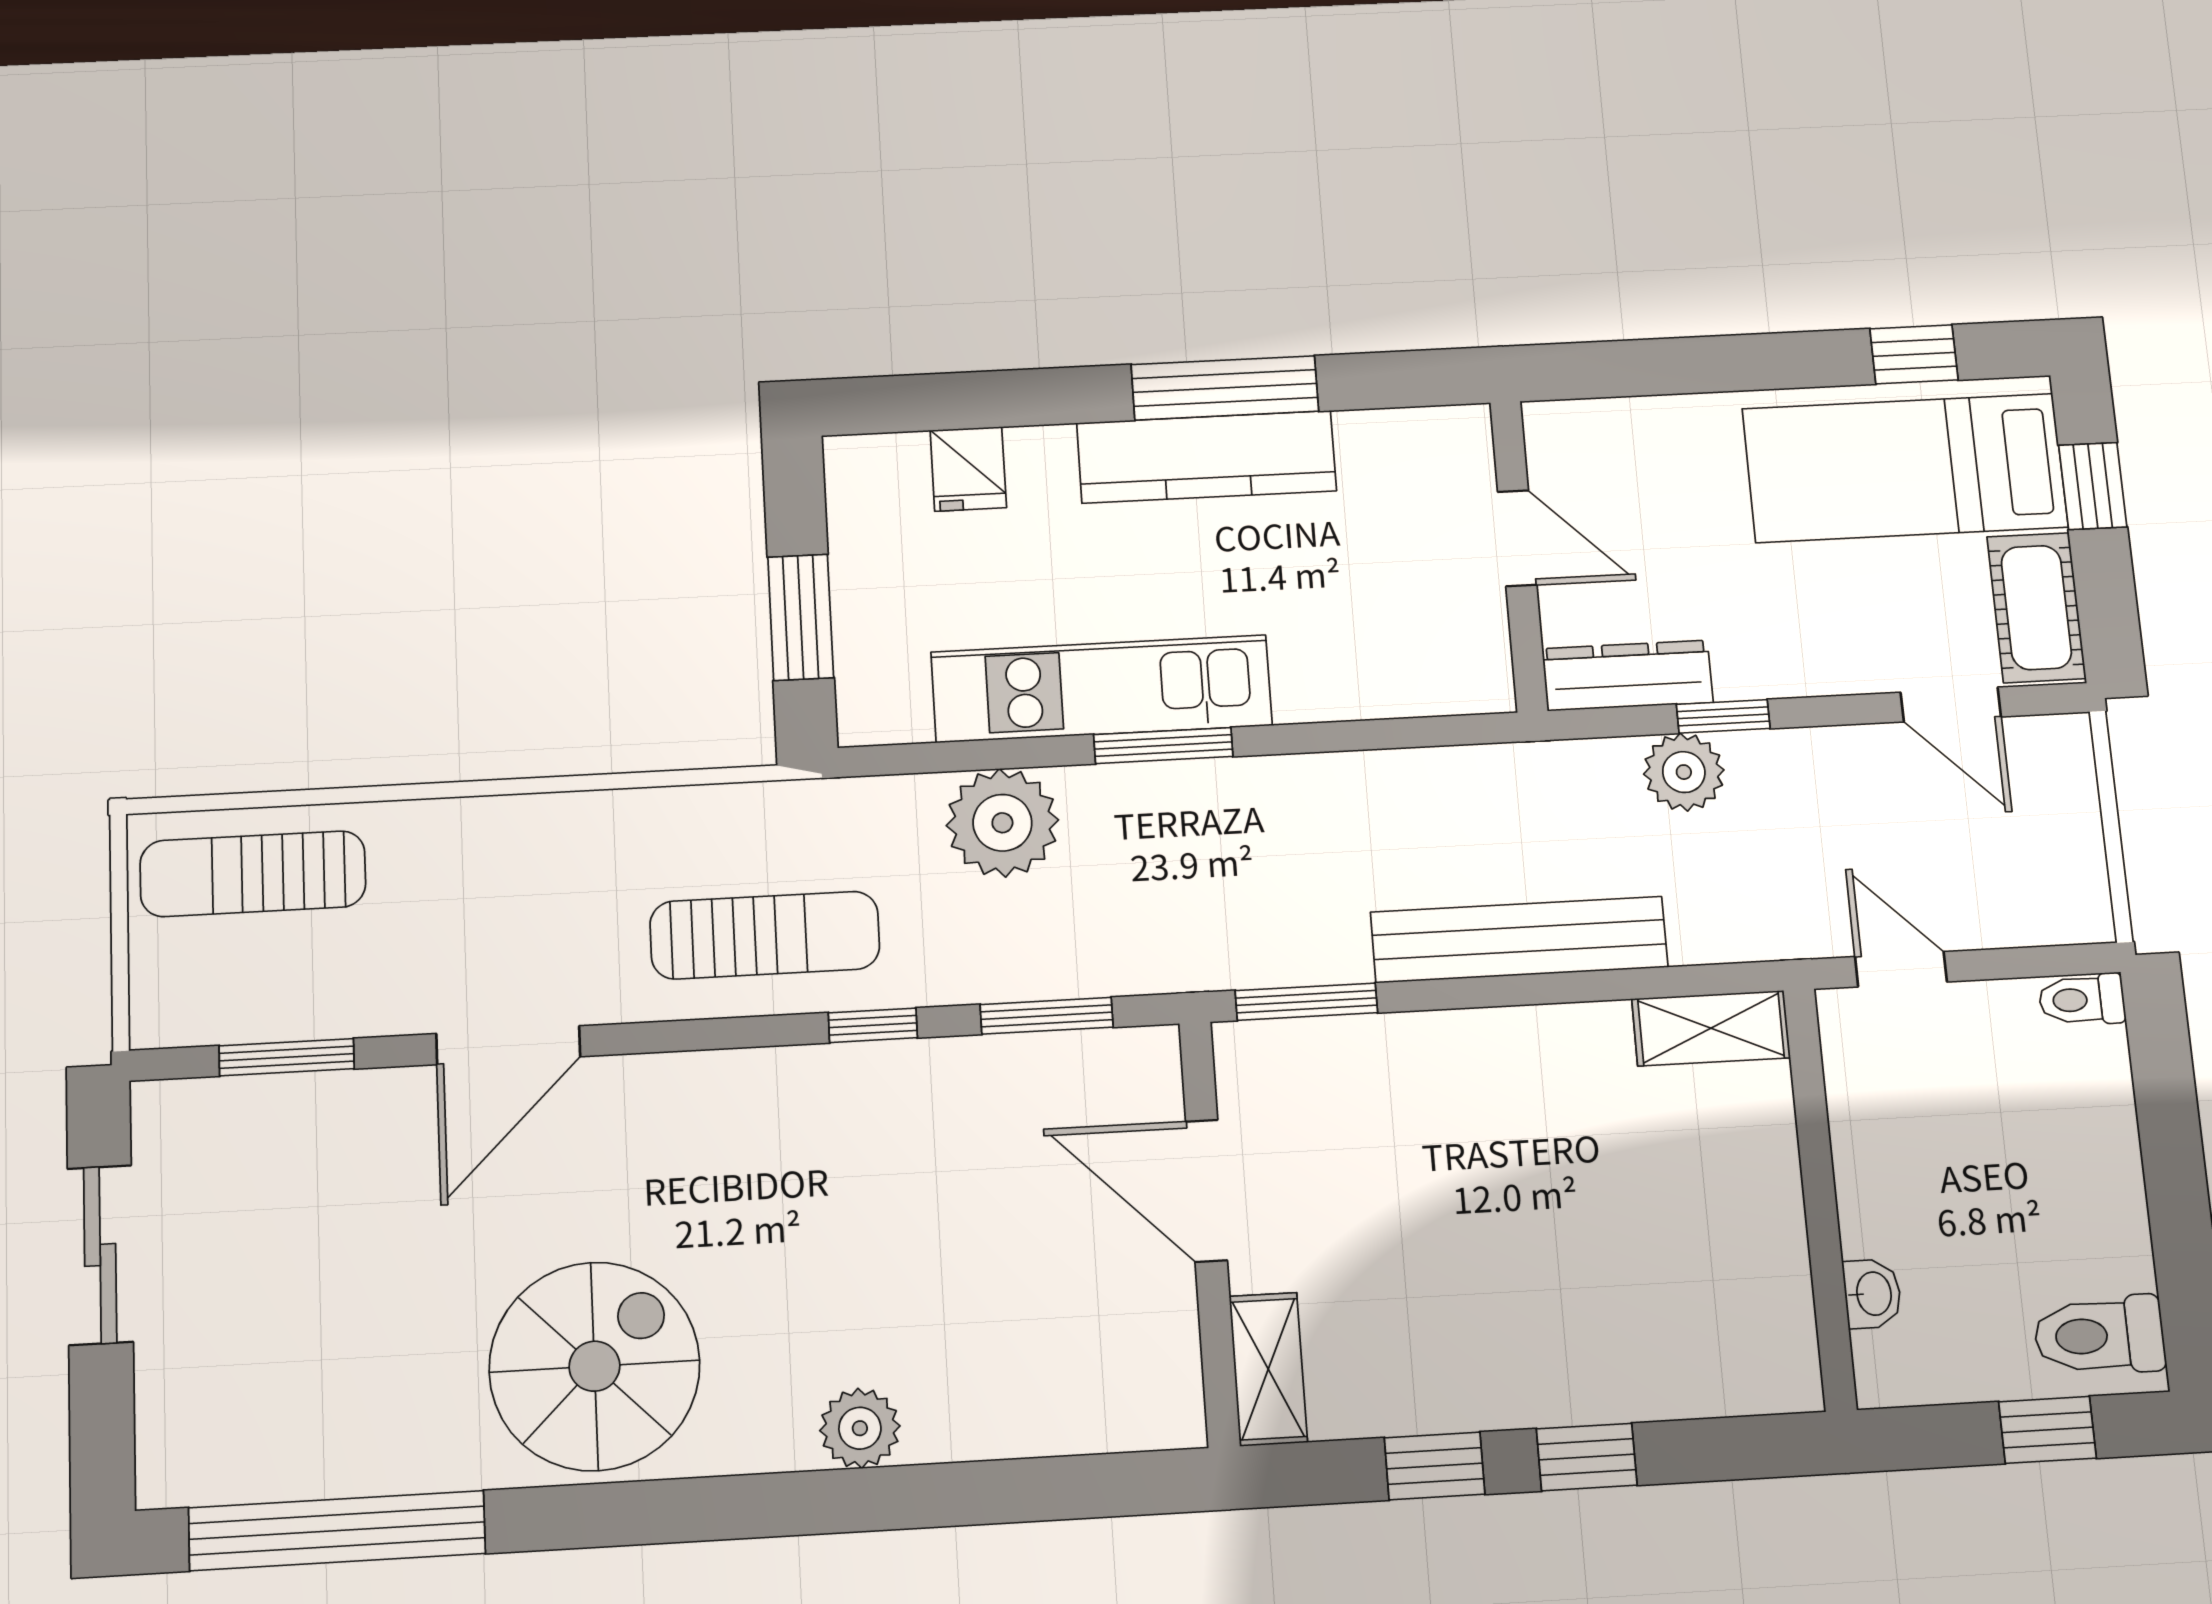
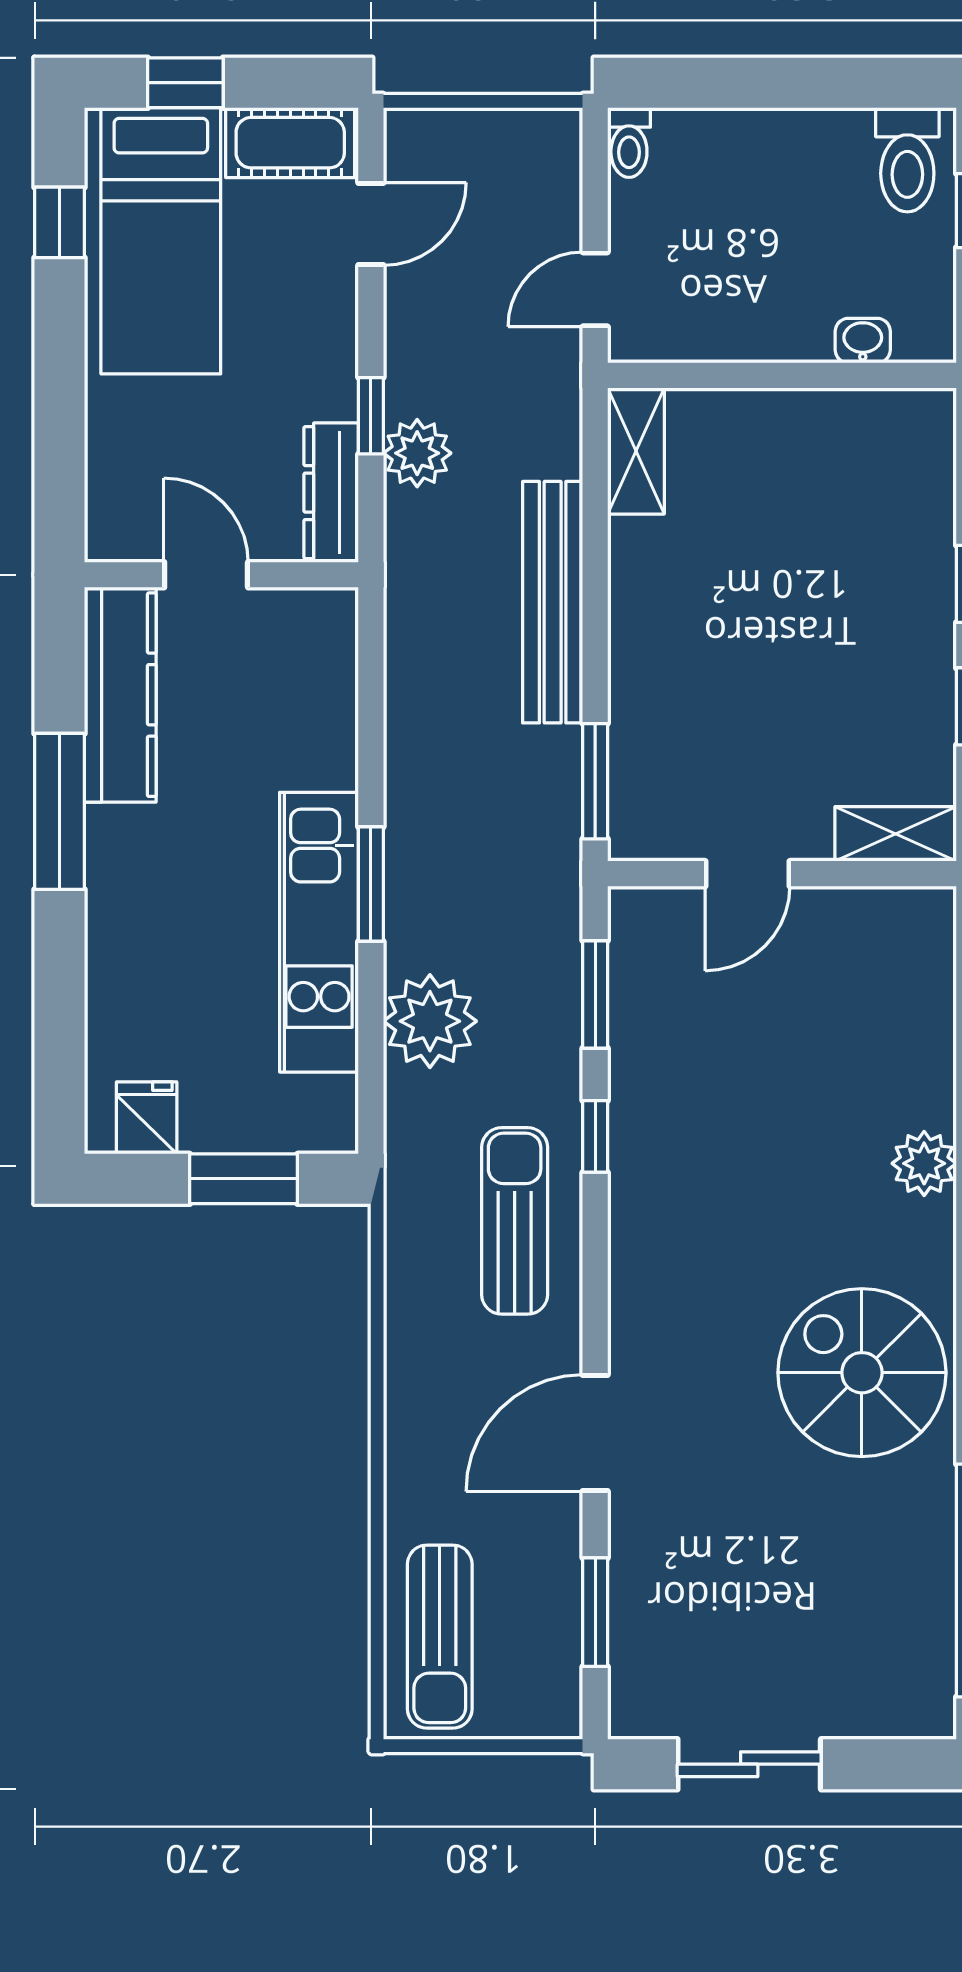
kitchen counter: (1206, 457) -> (120, 695), moved
fridge: (968, 469) -> (147, 1118), moved, turned -90
door: (1517, 538) -> (206, 575), hinge flipped
door: (508, 1045) -> (595, 1433), swing flipped
door: (1206, 1191) -> (747, 874), width x0.73

